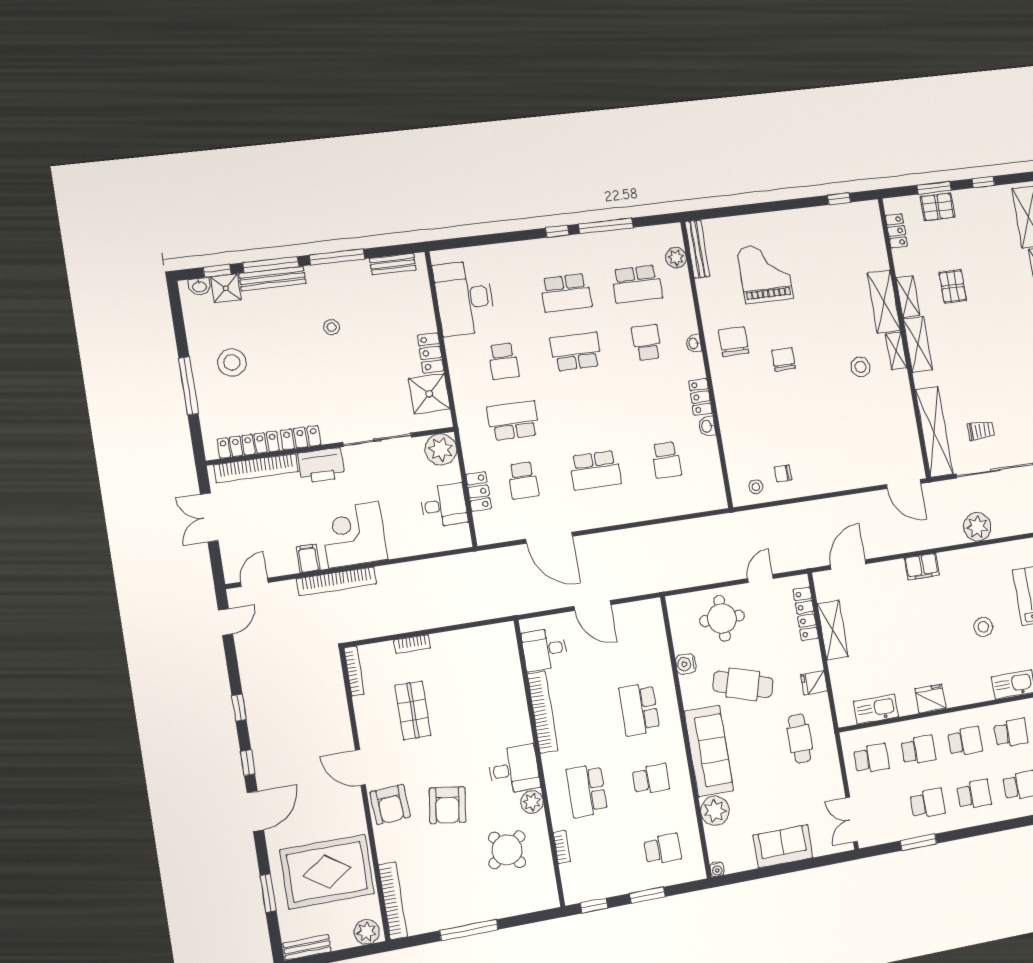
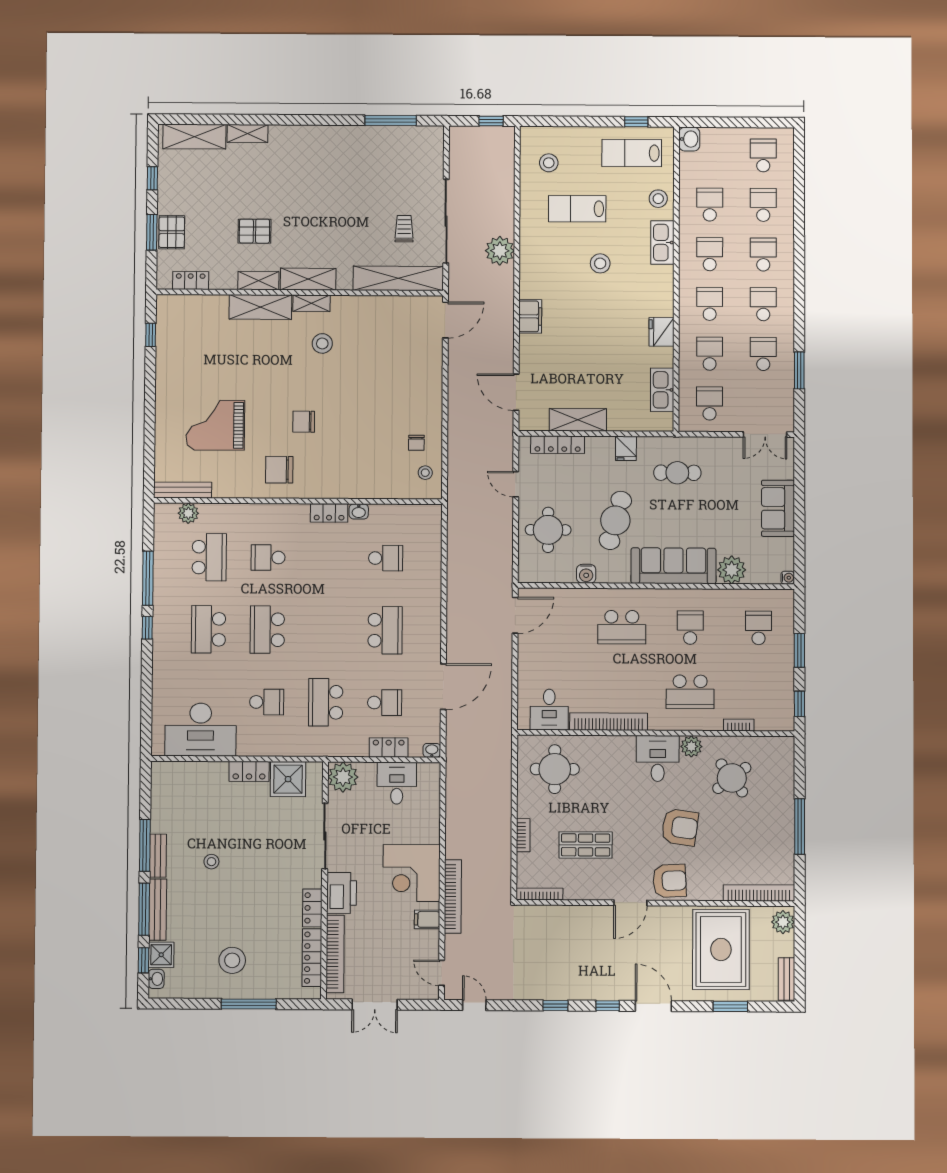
bench: (393, 264) -> (158, 856), moved
school desk: (566, 293) -> (208, 629), turned 180
washbasin: (694, 343) -> (432, 750), moved, turned 180
door: (593, 605) -> (515, 615), moved
round table: (485, 665) -> (555, 769), added

